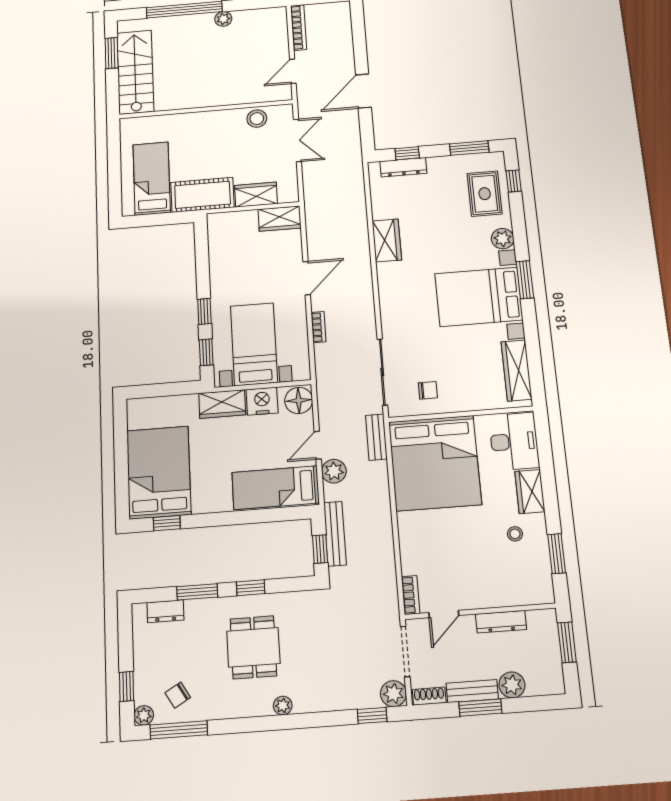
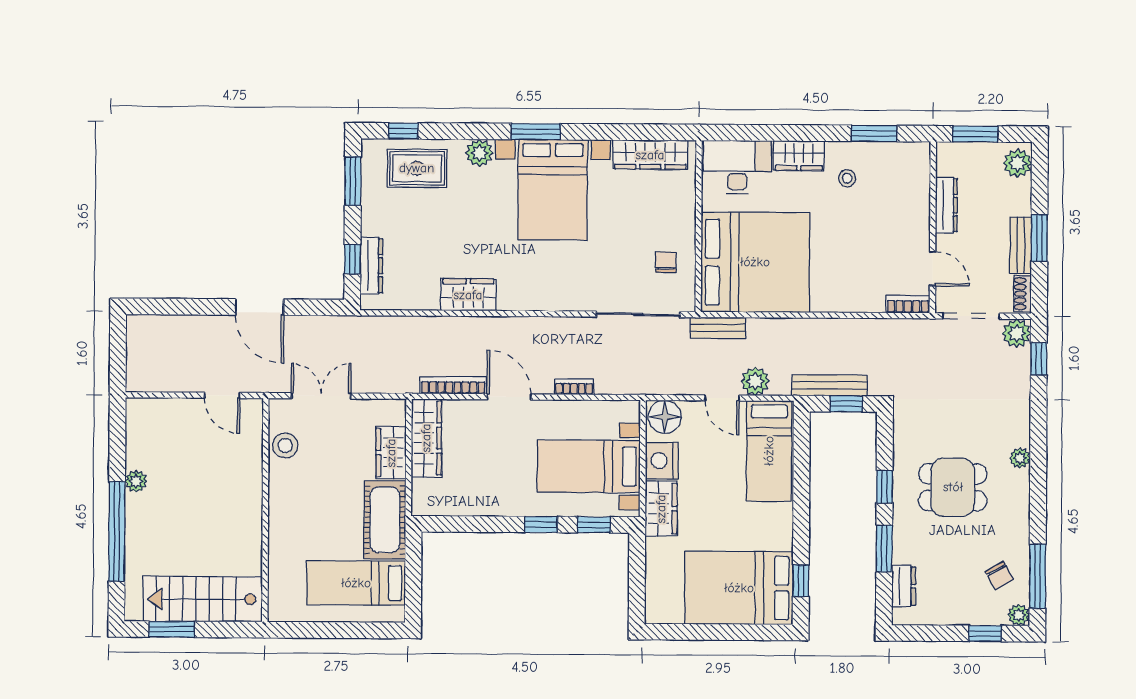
bookcase: (299, 28) -> (453, 385), moved
wardrobe: (280, 219) -> (426, 438), width x1.50
plant: (512, 685) -> (1018, 163), moved

